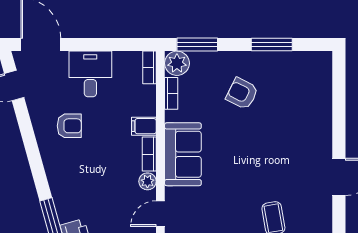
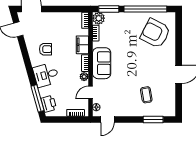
window: (272, 45) -> (145, 9), width x2.11
desk: (90, 74) -> (46, 75), moved, turned -106
armchair: (242, 94) -> (155, 33), moved, width x1.88, depth x1.88
filing cabinet: (144, 126) -> (82, 45), width x2.00

